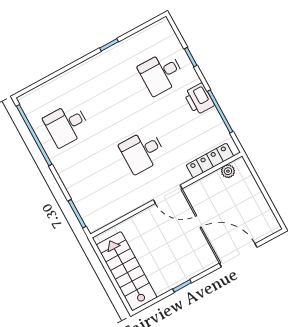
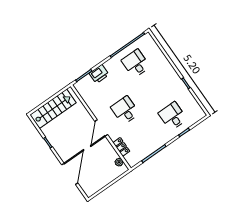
printer: (199, 99) -> (99, 74), moved, turned 180
locker: (210, 161) -> (121, 147), width x0.66

